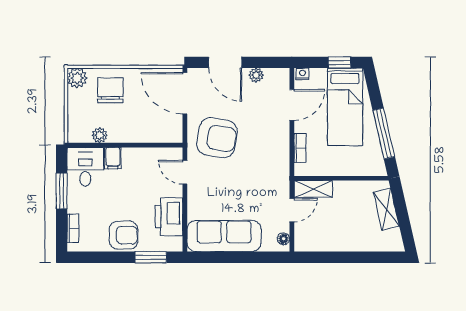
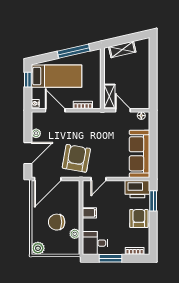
chair: (110, 90) -> (57, 222), moved
filing cabinet: (113, 158) -> (89, 213), moved
printer: (169, 217) -> (137, 189), moved

